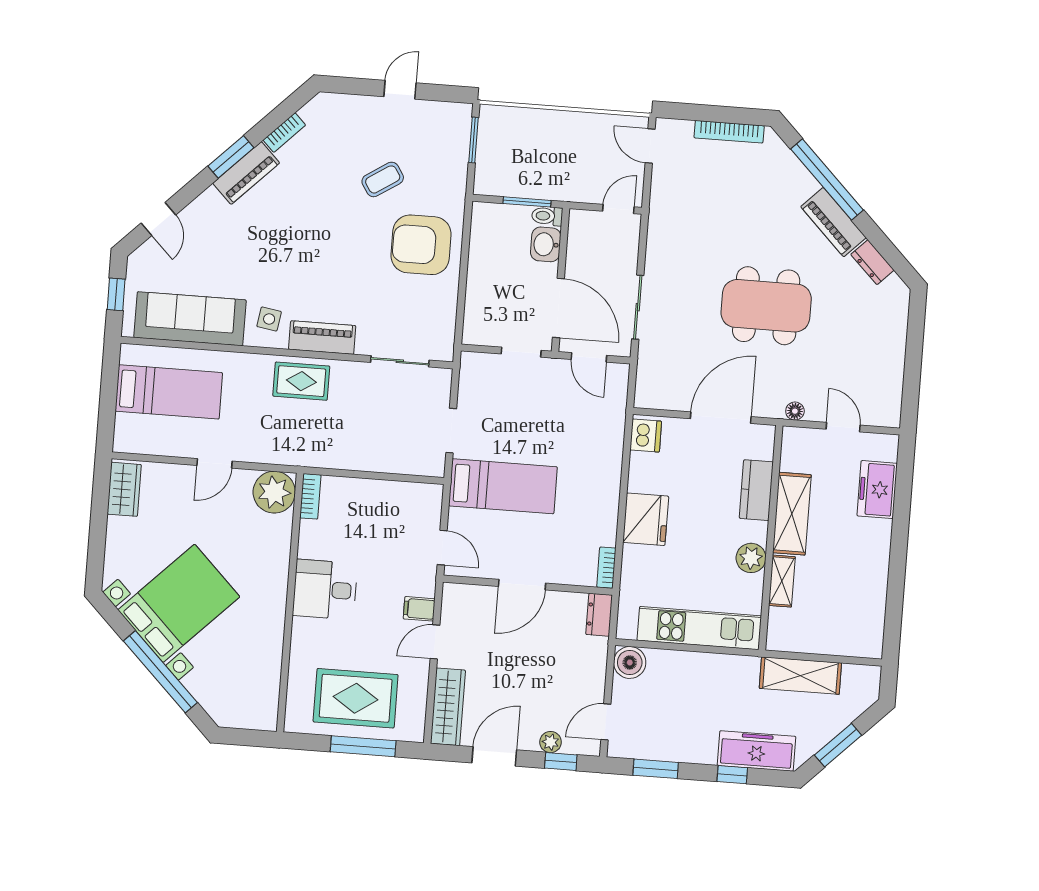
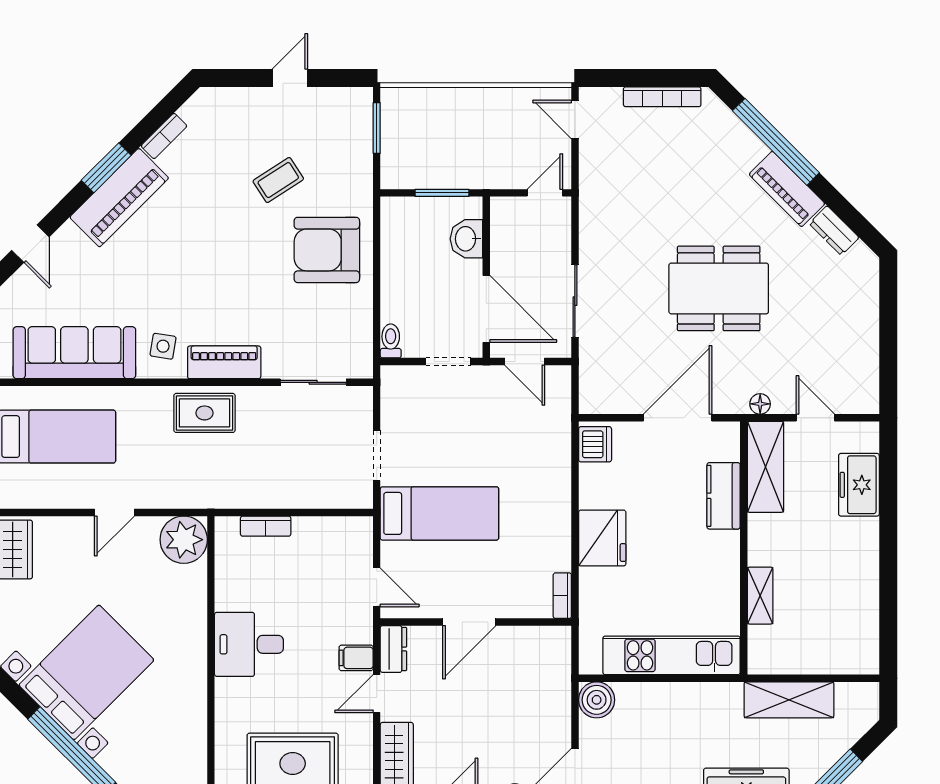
piano: (246, 173) -> (119, 198), width x1.37, depth x1.33
toilet: (547, 216) -> (391, 341), moved, turned 90
bookcase: (310, 496) -> (266, 526), moved, turned 90
shelving: (792, 514) -> (765, 467), moved
plant: (751, 558) -> (723, 572), removed
dresser: (599, 615) -> (393, 649), moved, turned 180

